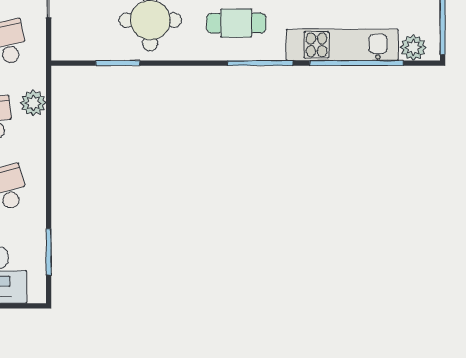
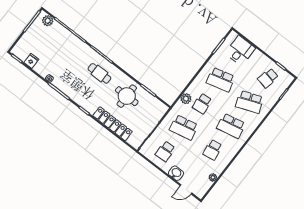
kitchen unit: (342, 45) -> (70, 40), removed

